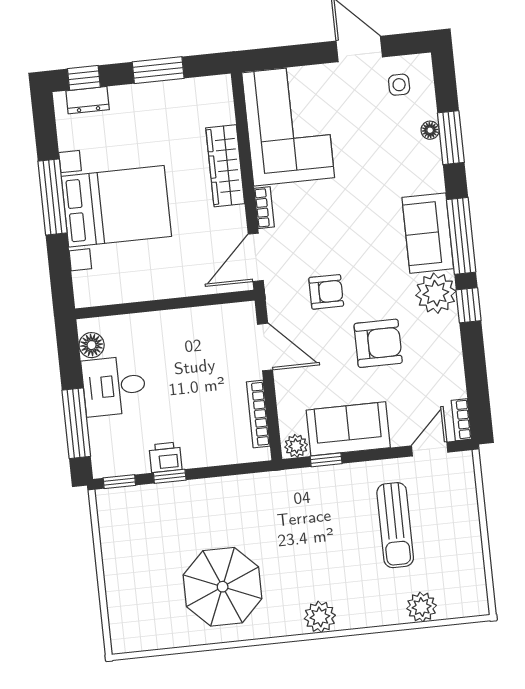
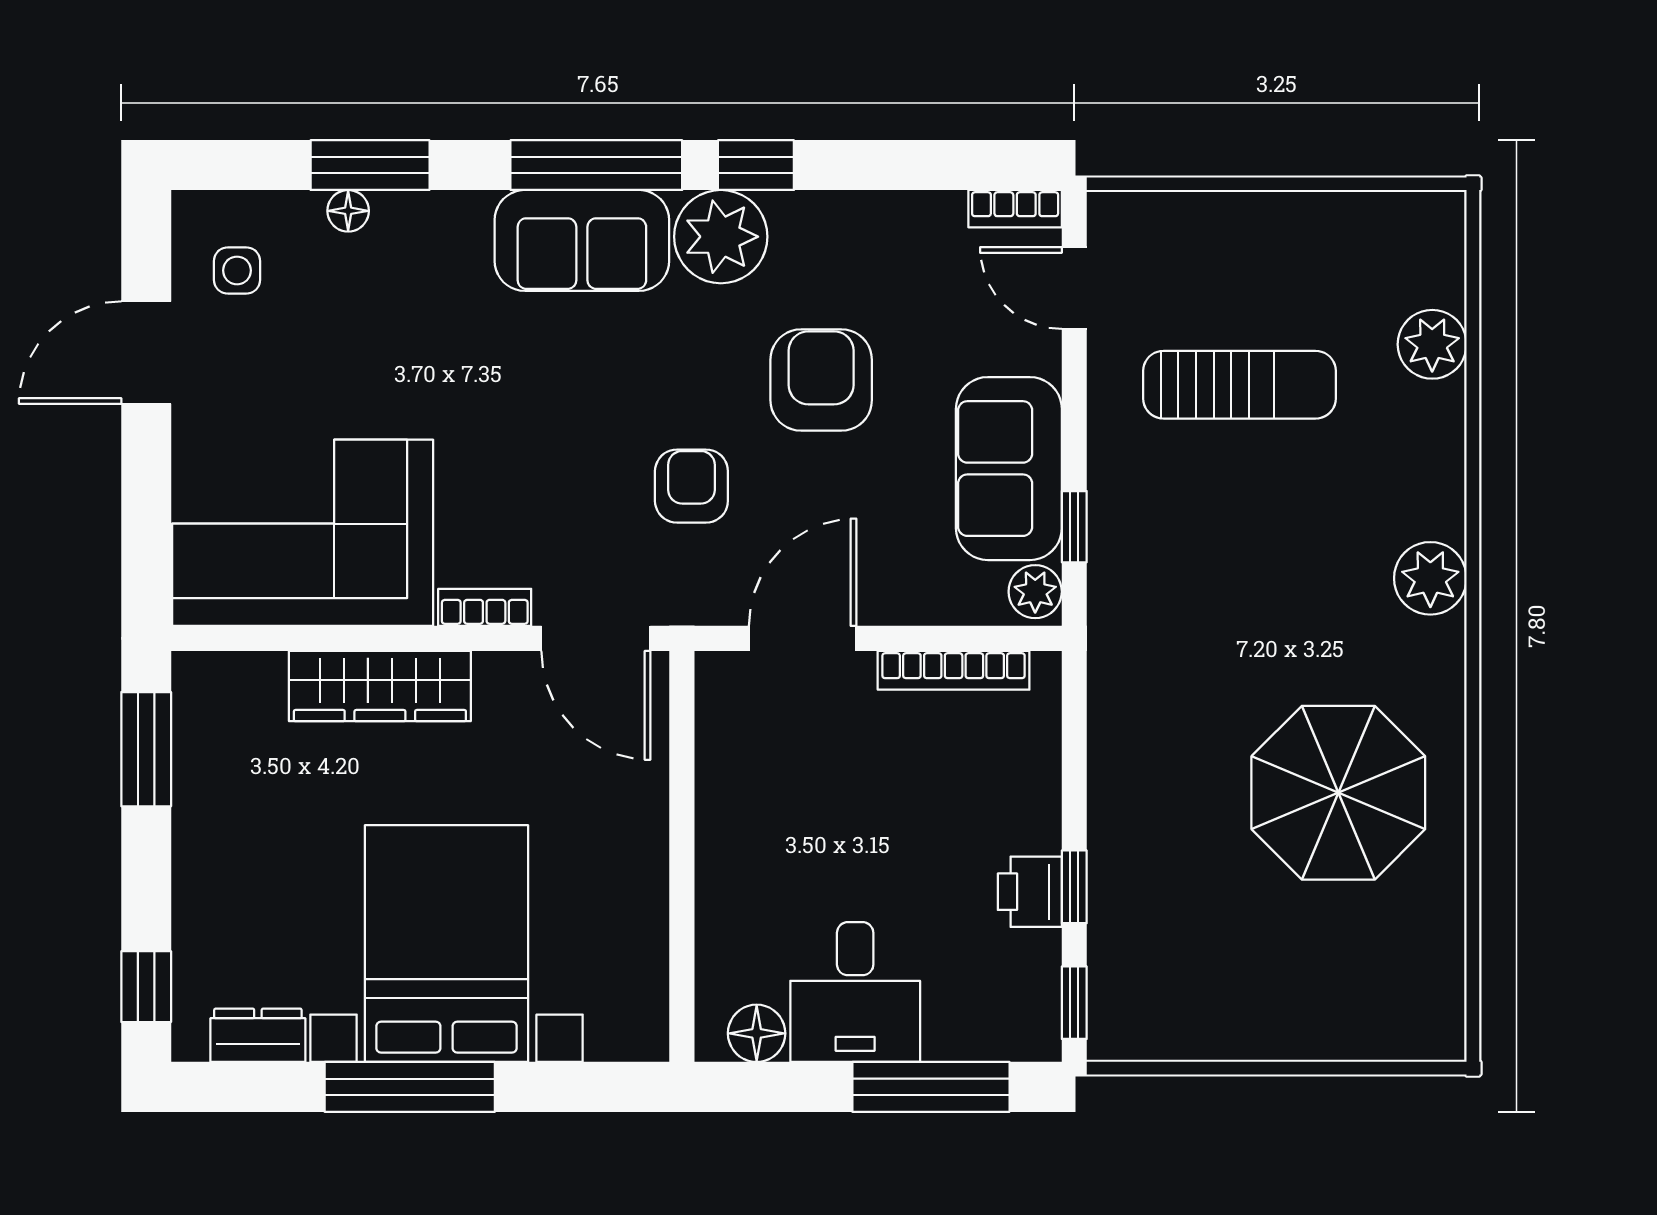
window: (158, 70) -> (146, 749), moved
dresser: (88, 100) -> (258, 1035), moved, turned -90

